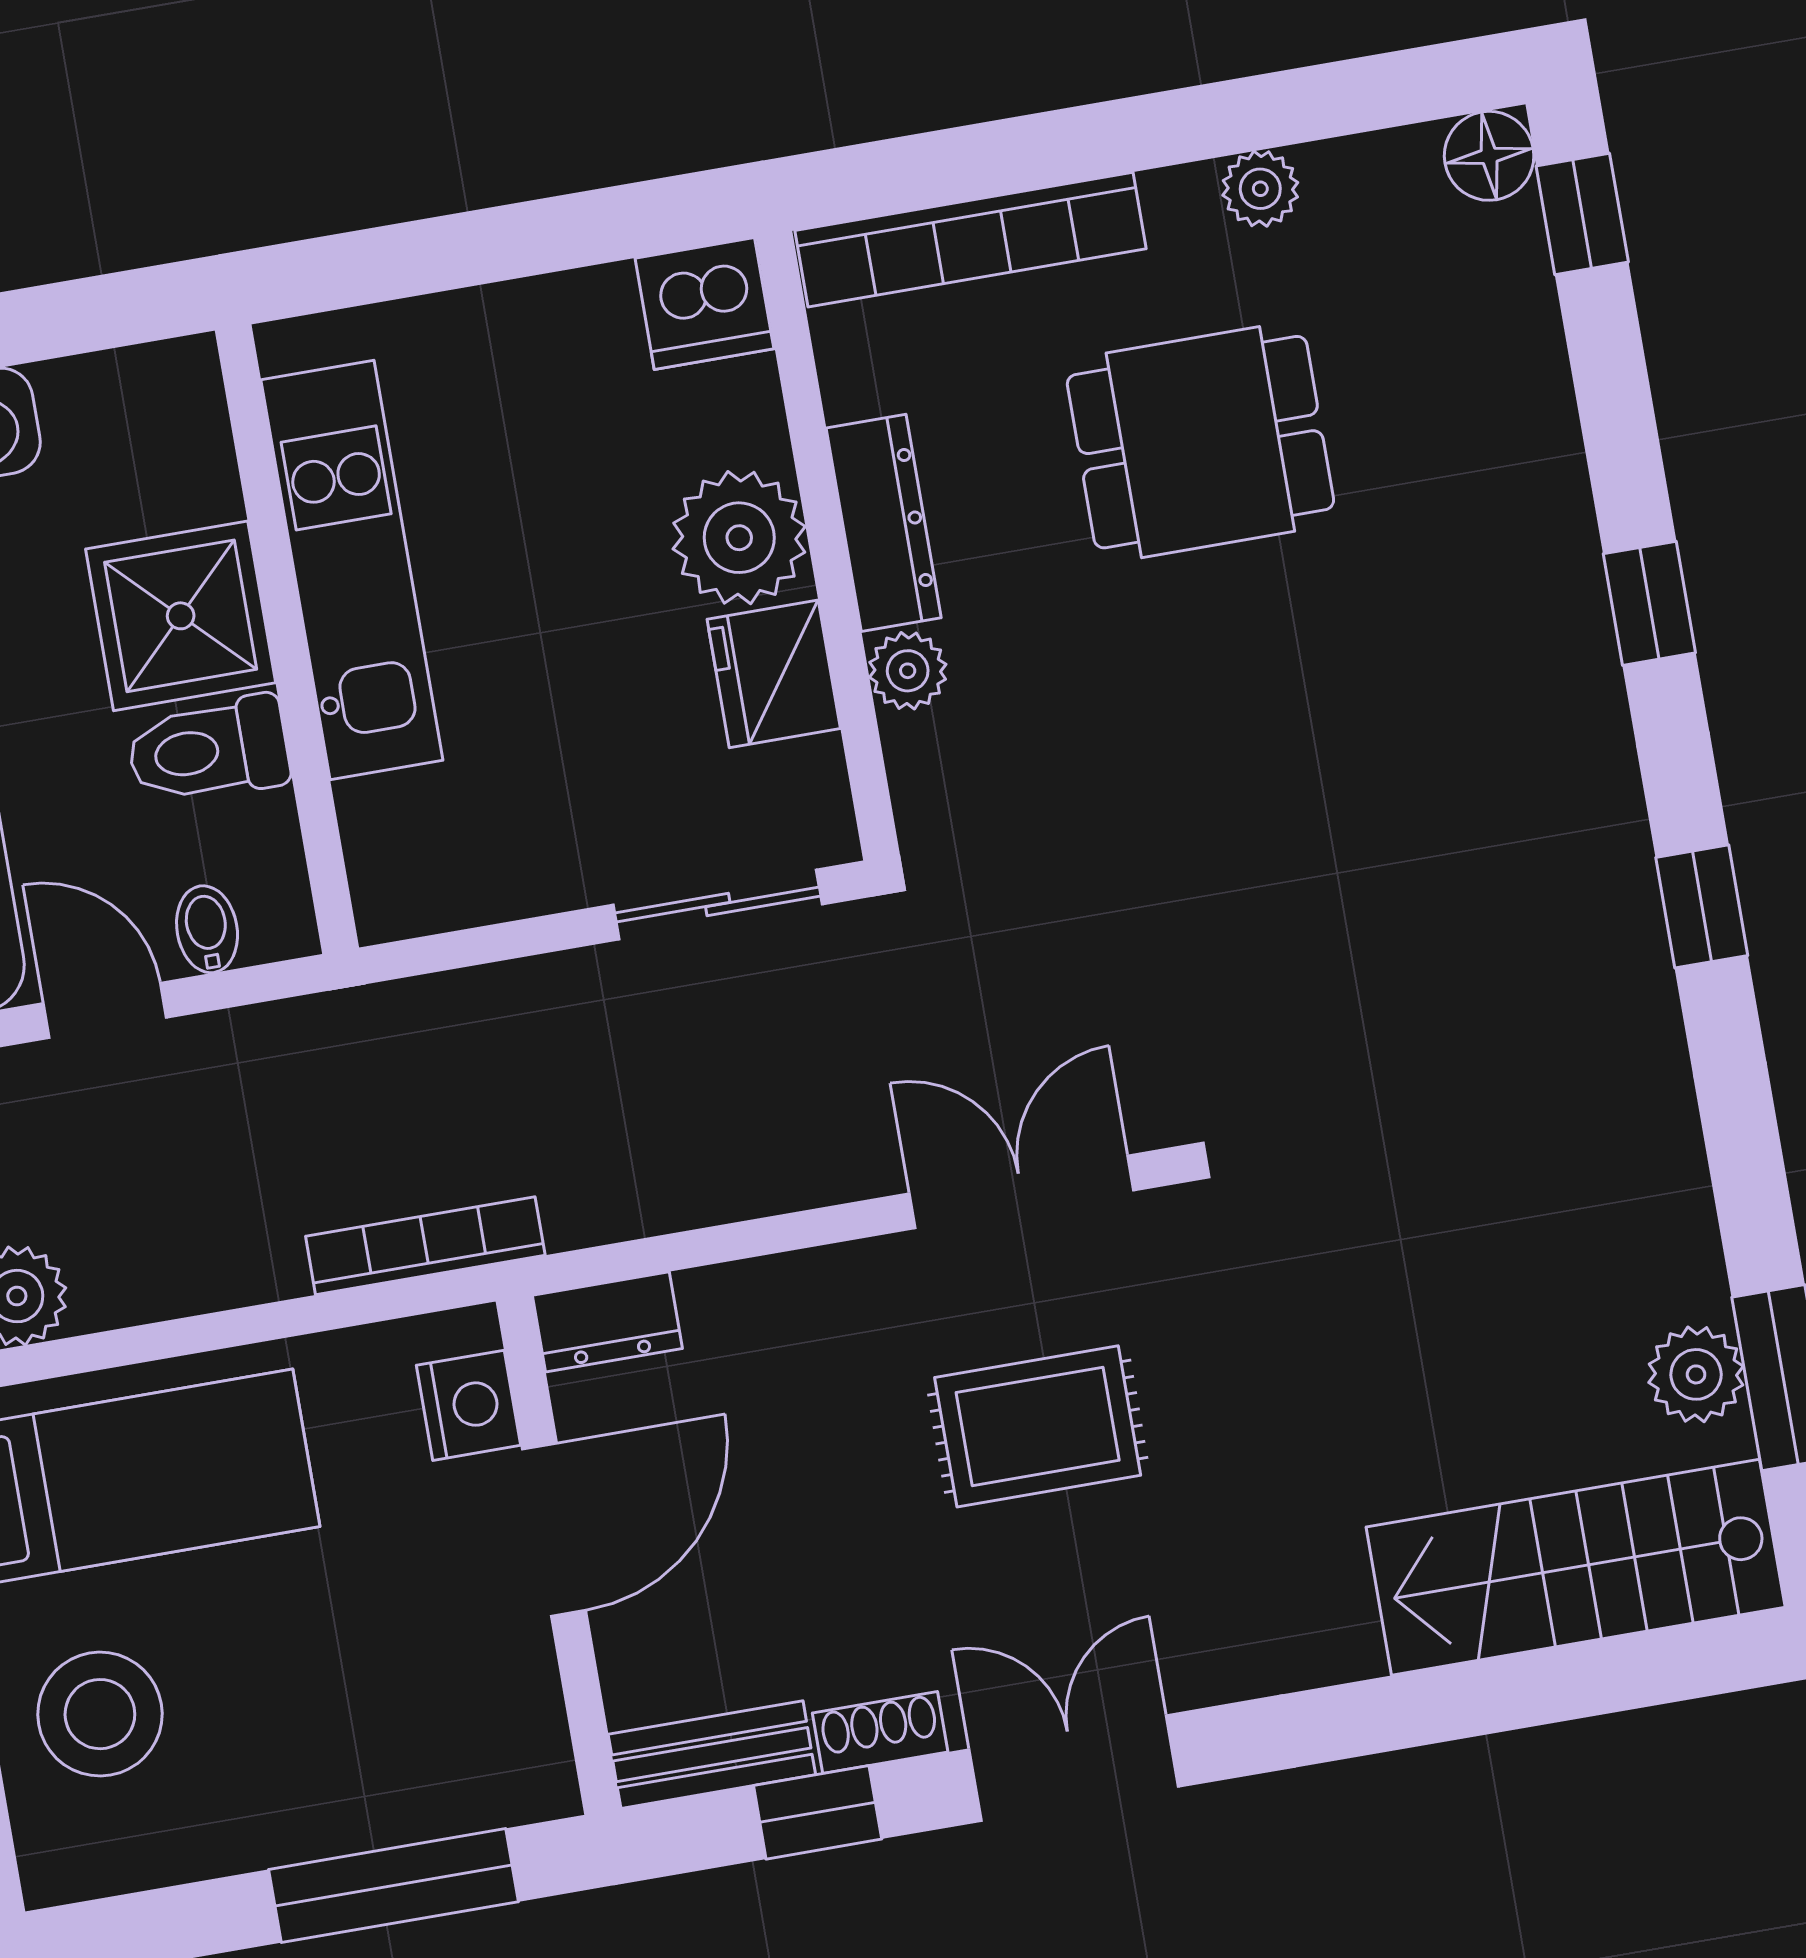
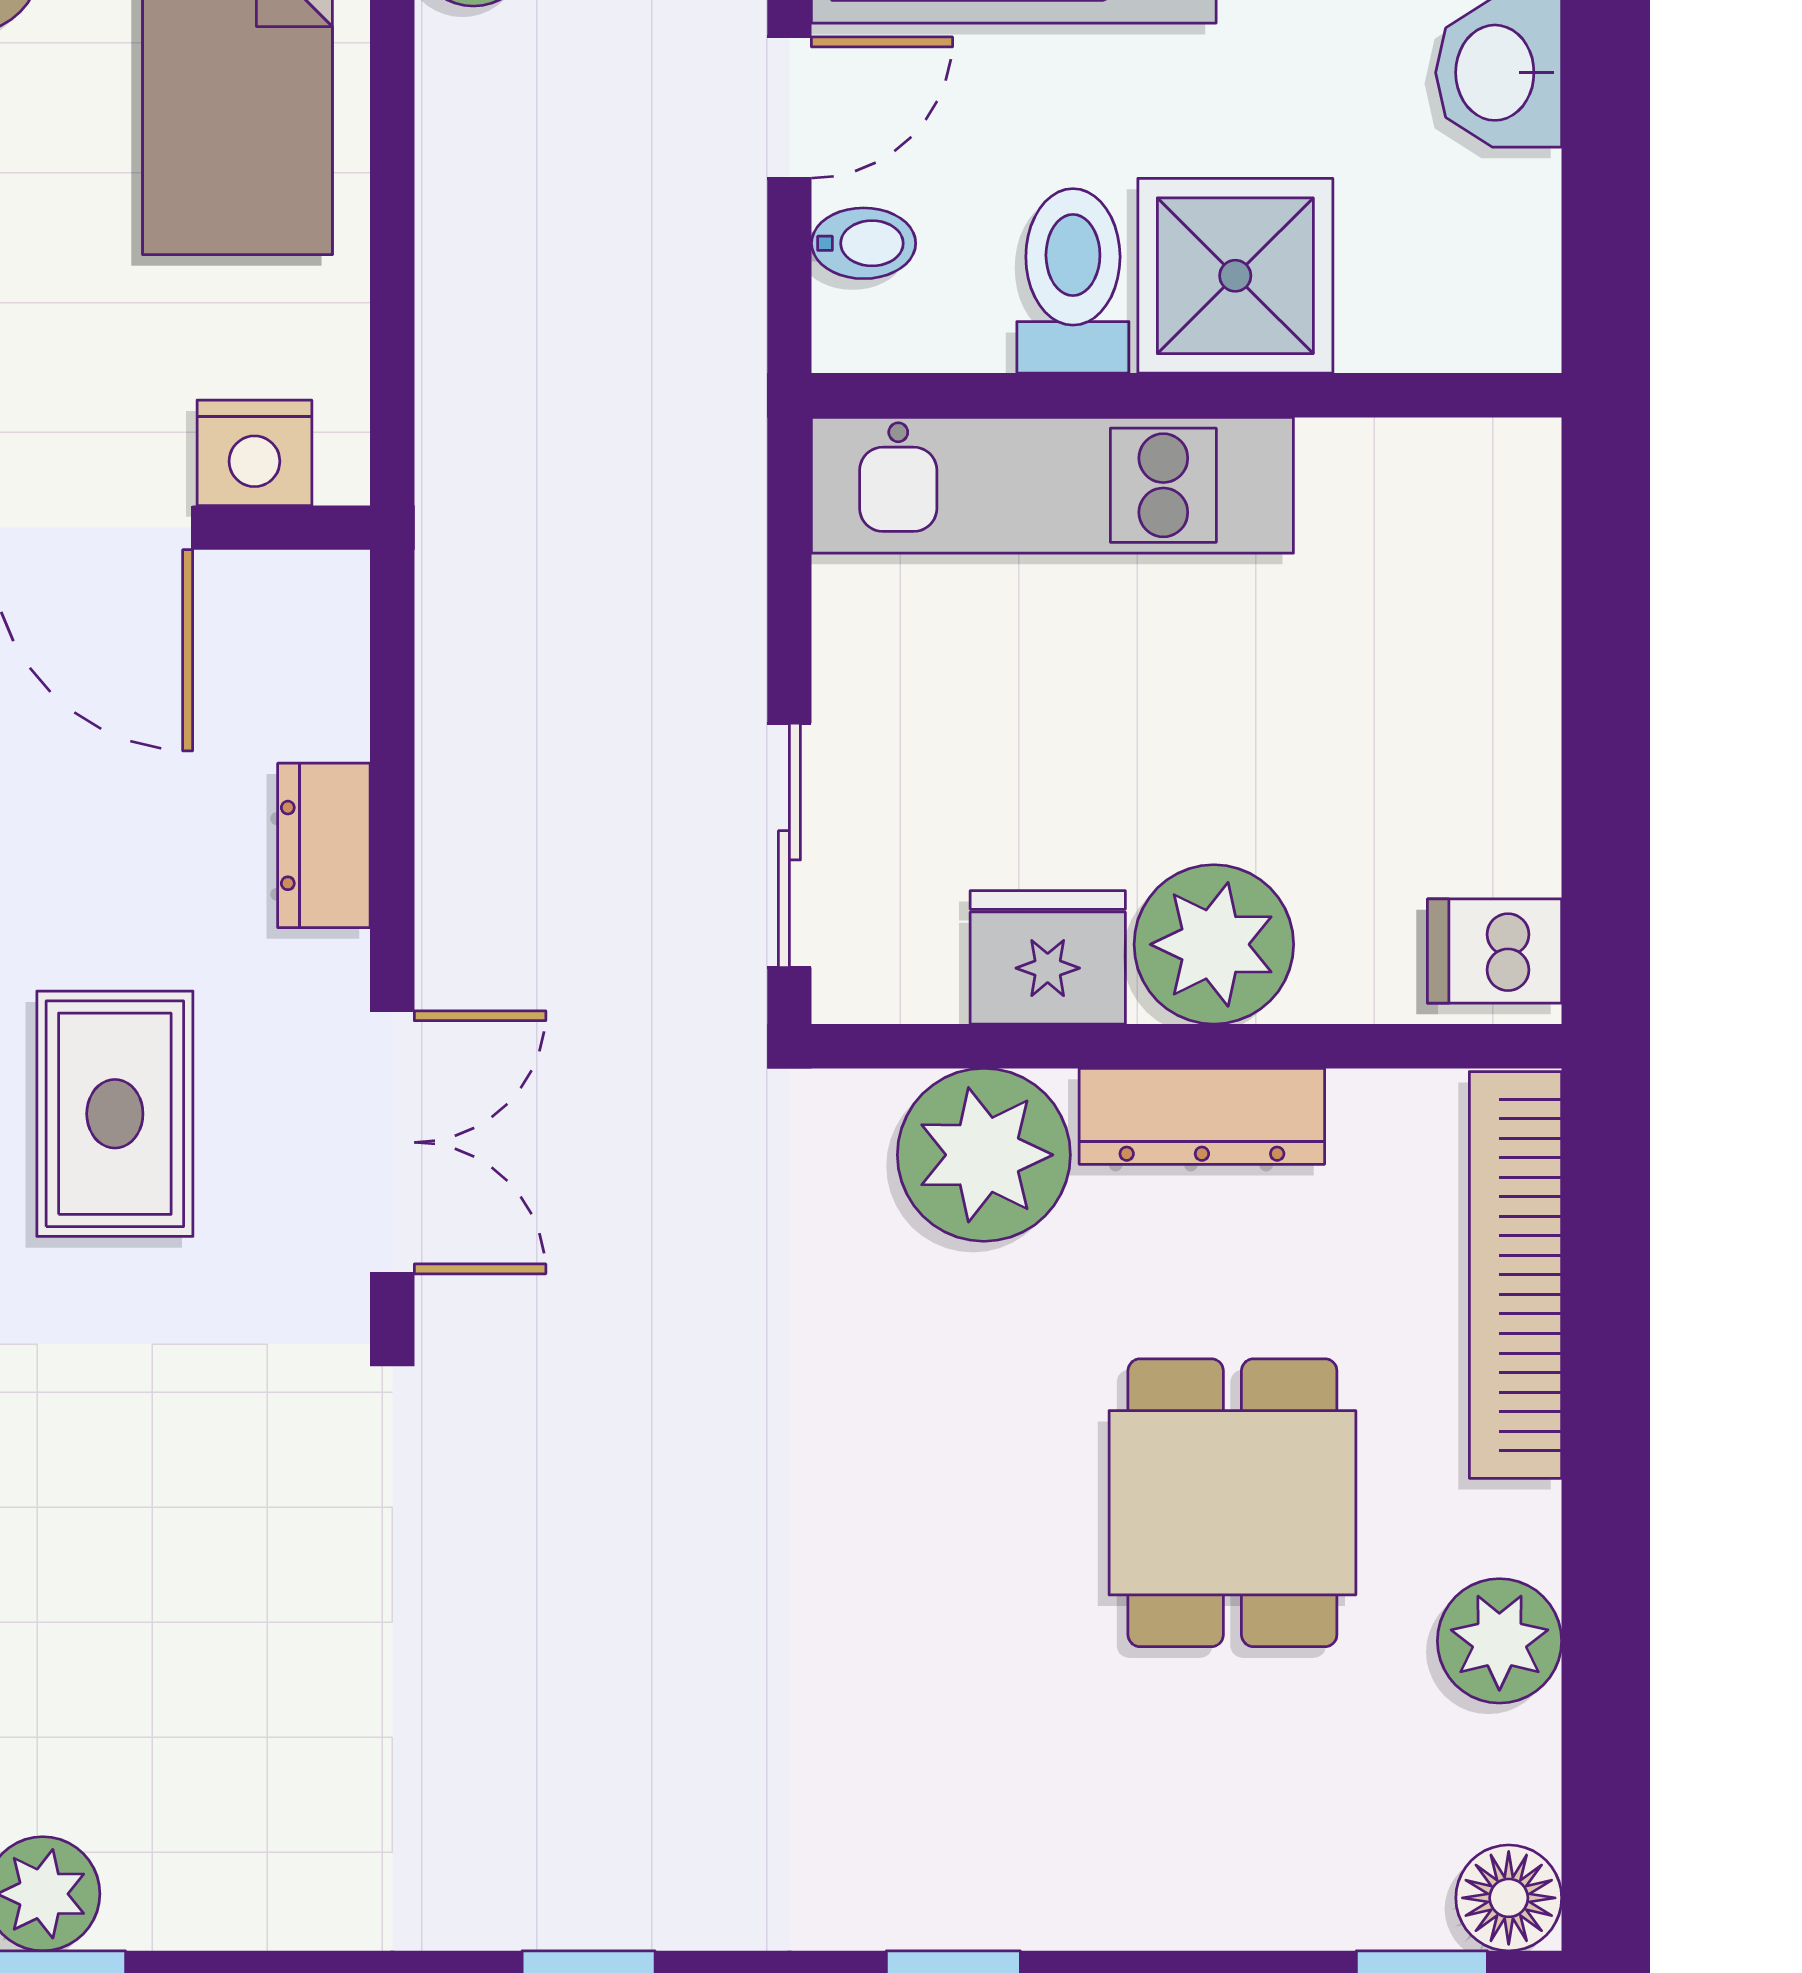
plant: (1260, 189) -> (1499, 1641), width x1.38, depth x1.38
dishwasher: (704, 304) -> (1495, 951), width x0.73
kitchen unit: (352, 570) -> (1052, 485), moved
plant: (908, 671) -> (984, 1155), width x1.87, depth x1.87
bookcase: (425, 1246) -> (450, 435), removed
dresser: (607, 1322) -> (324, 845), moved

